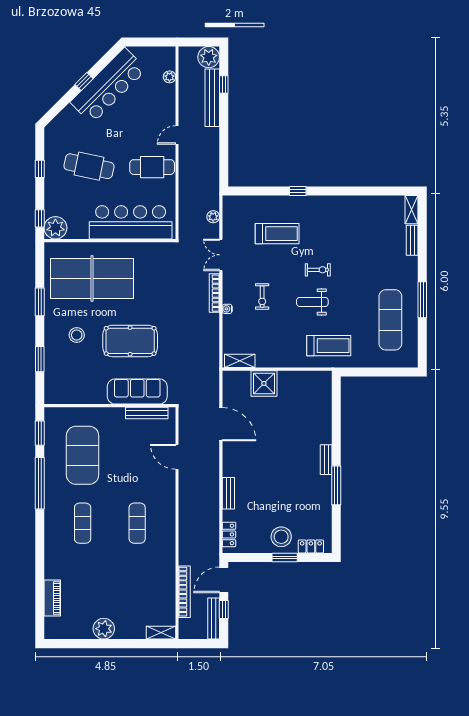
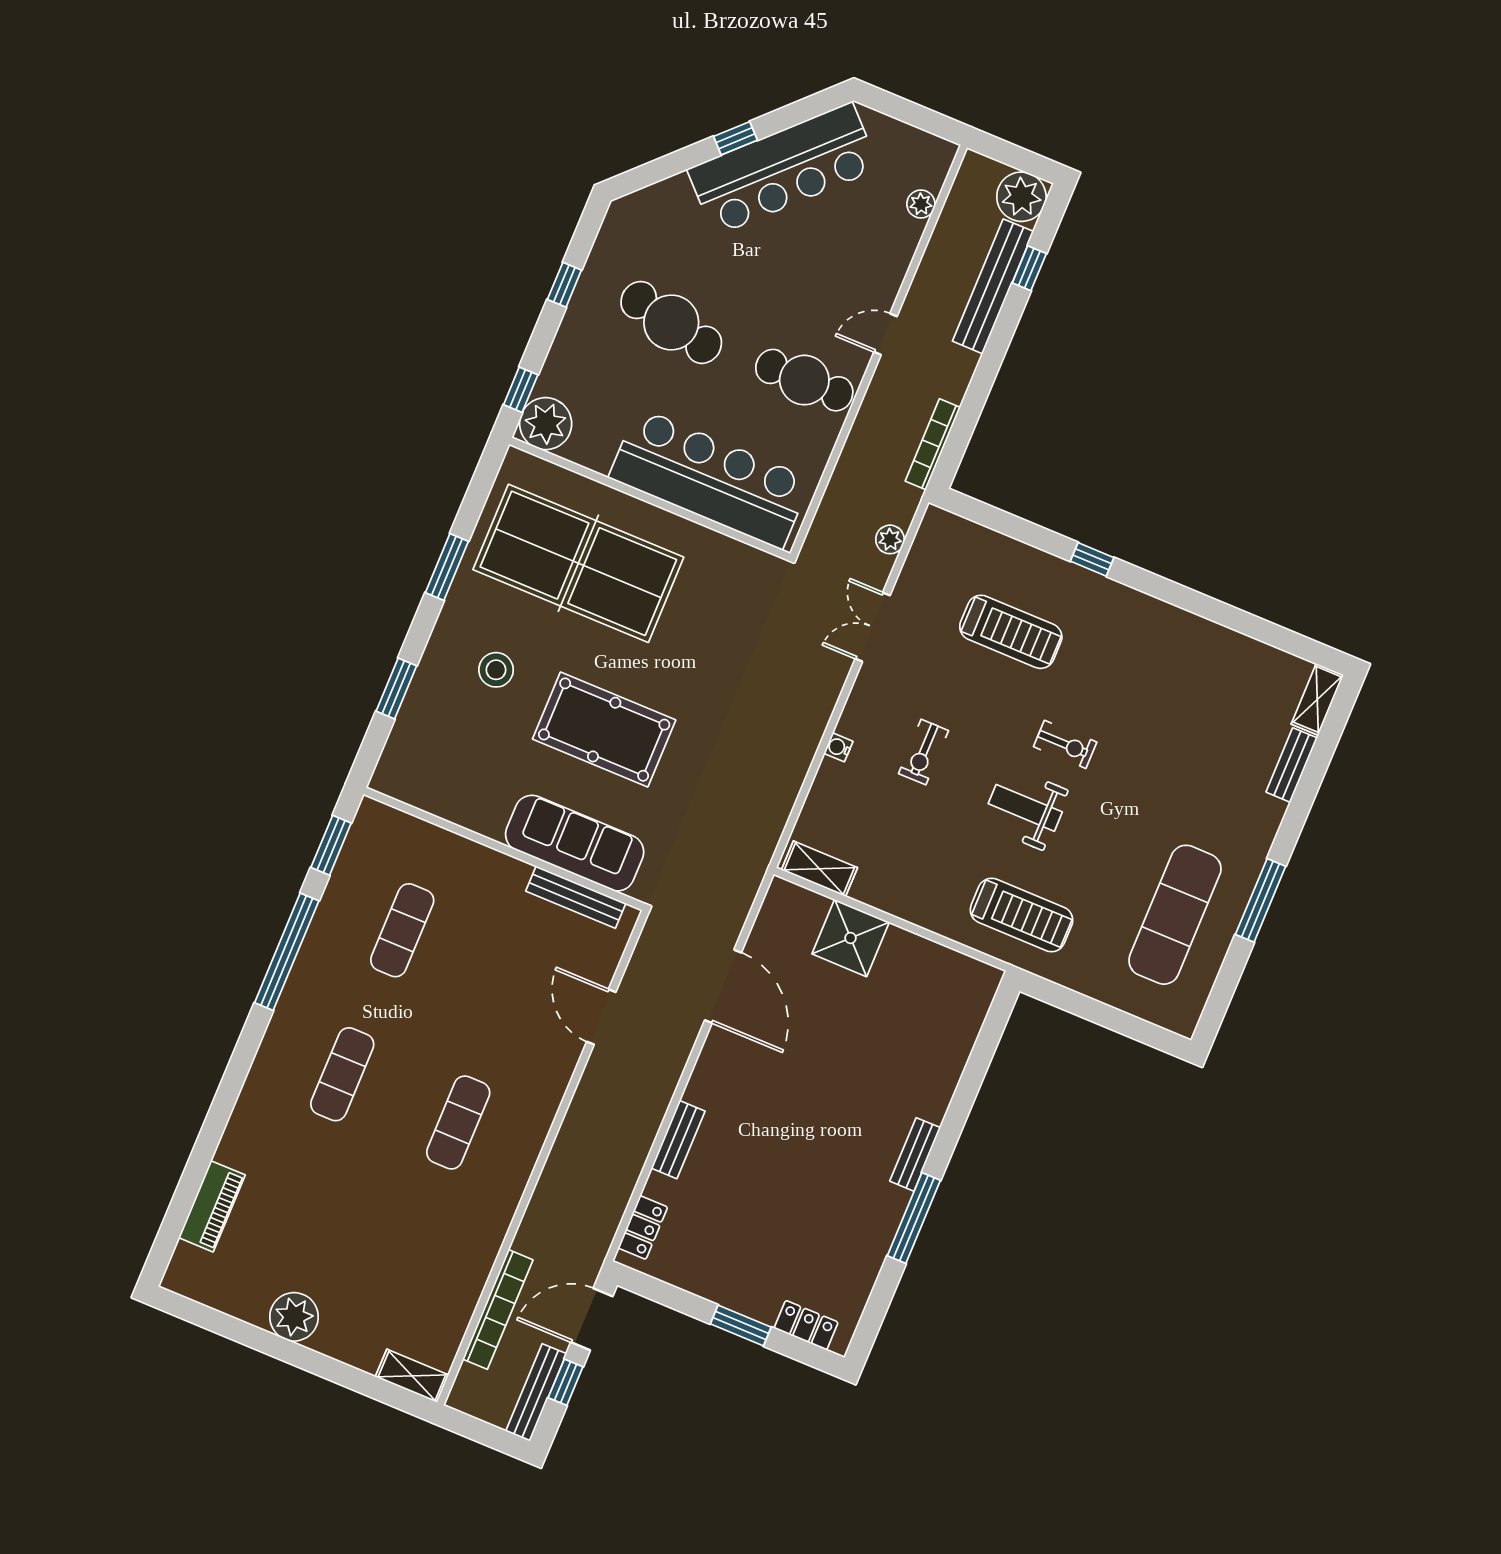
bookcase: (214, 293) -> (933, 444), moved
exercise mat: (83, 455) -> (402, 930), width x0.50, depth x0.69
stool: (281, 537) -> (752, 1279), removed

